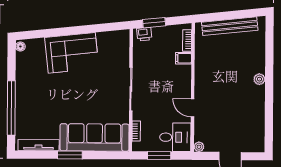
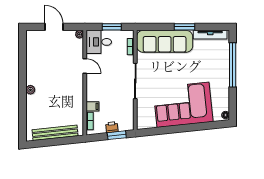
printer: (144, 34) -> (112, 127), moved
corner sofa: (72, 53) -> (183, 105), width x1.36, depth x1.36

